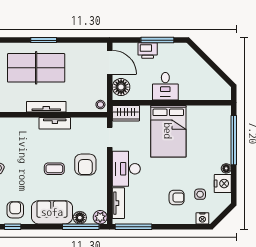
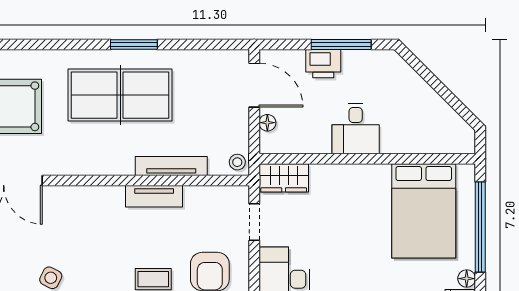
floor lamp: (121, 87) -> (267, 123), width x0.53, depth x0.53
tv unit: (46, 107) -> (171, 166), moved
bed: (168, 131) -> (424, 211), moved

